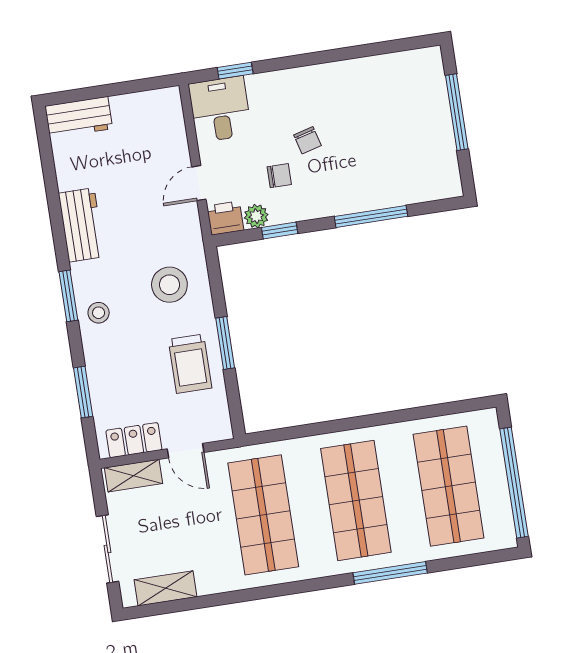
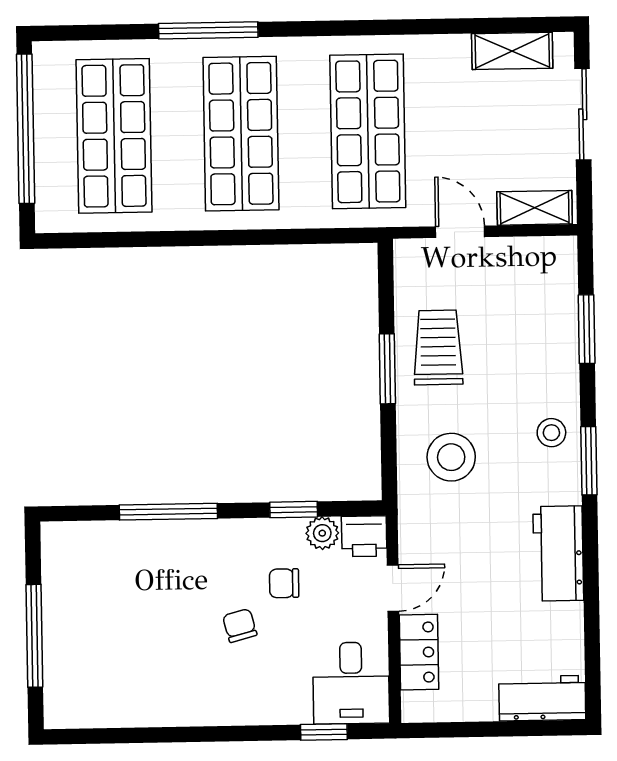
locker: (134, 440) -> (419, 652), moved, turned -90

